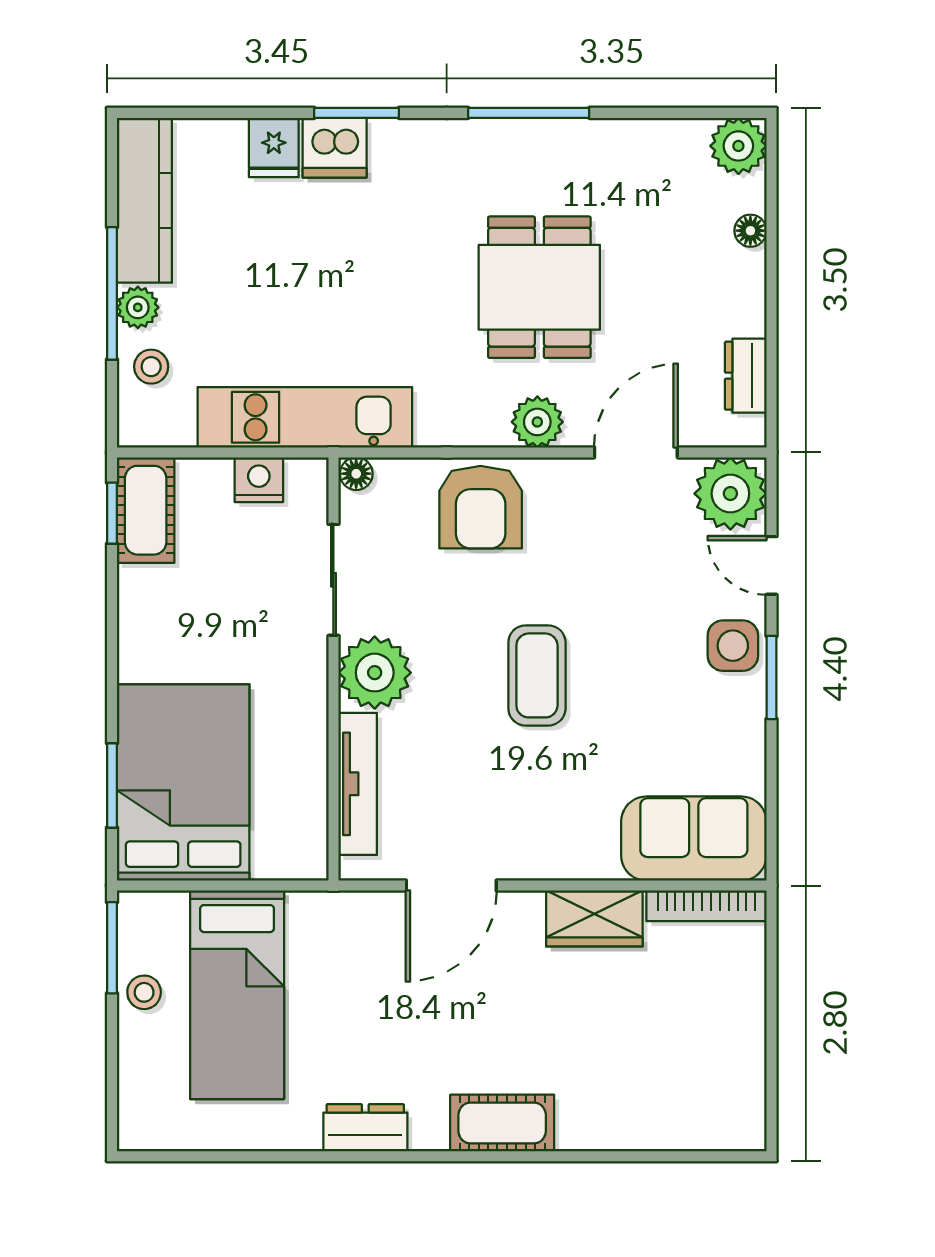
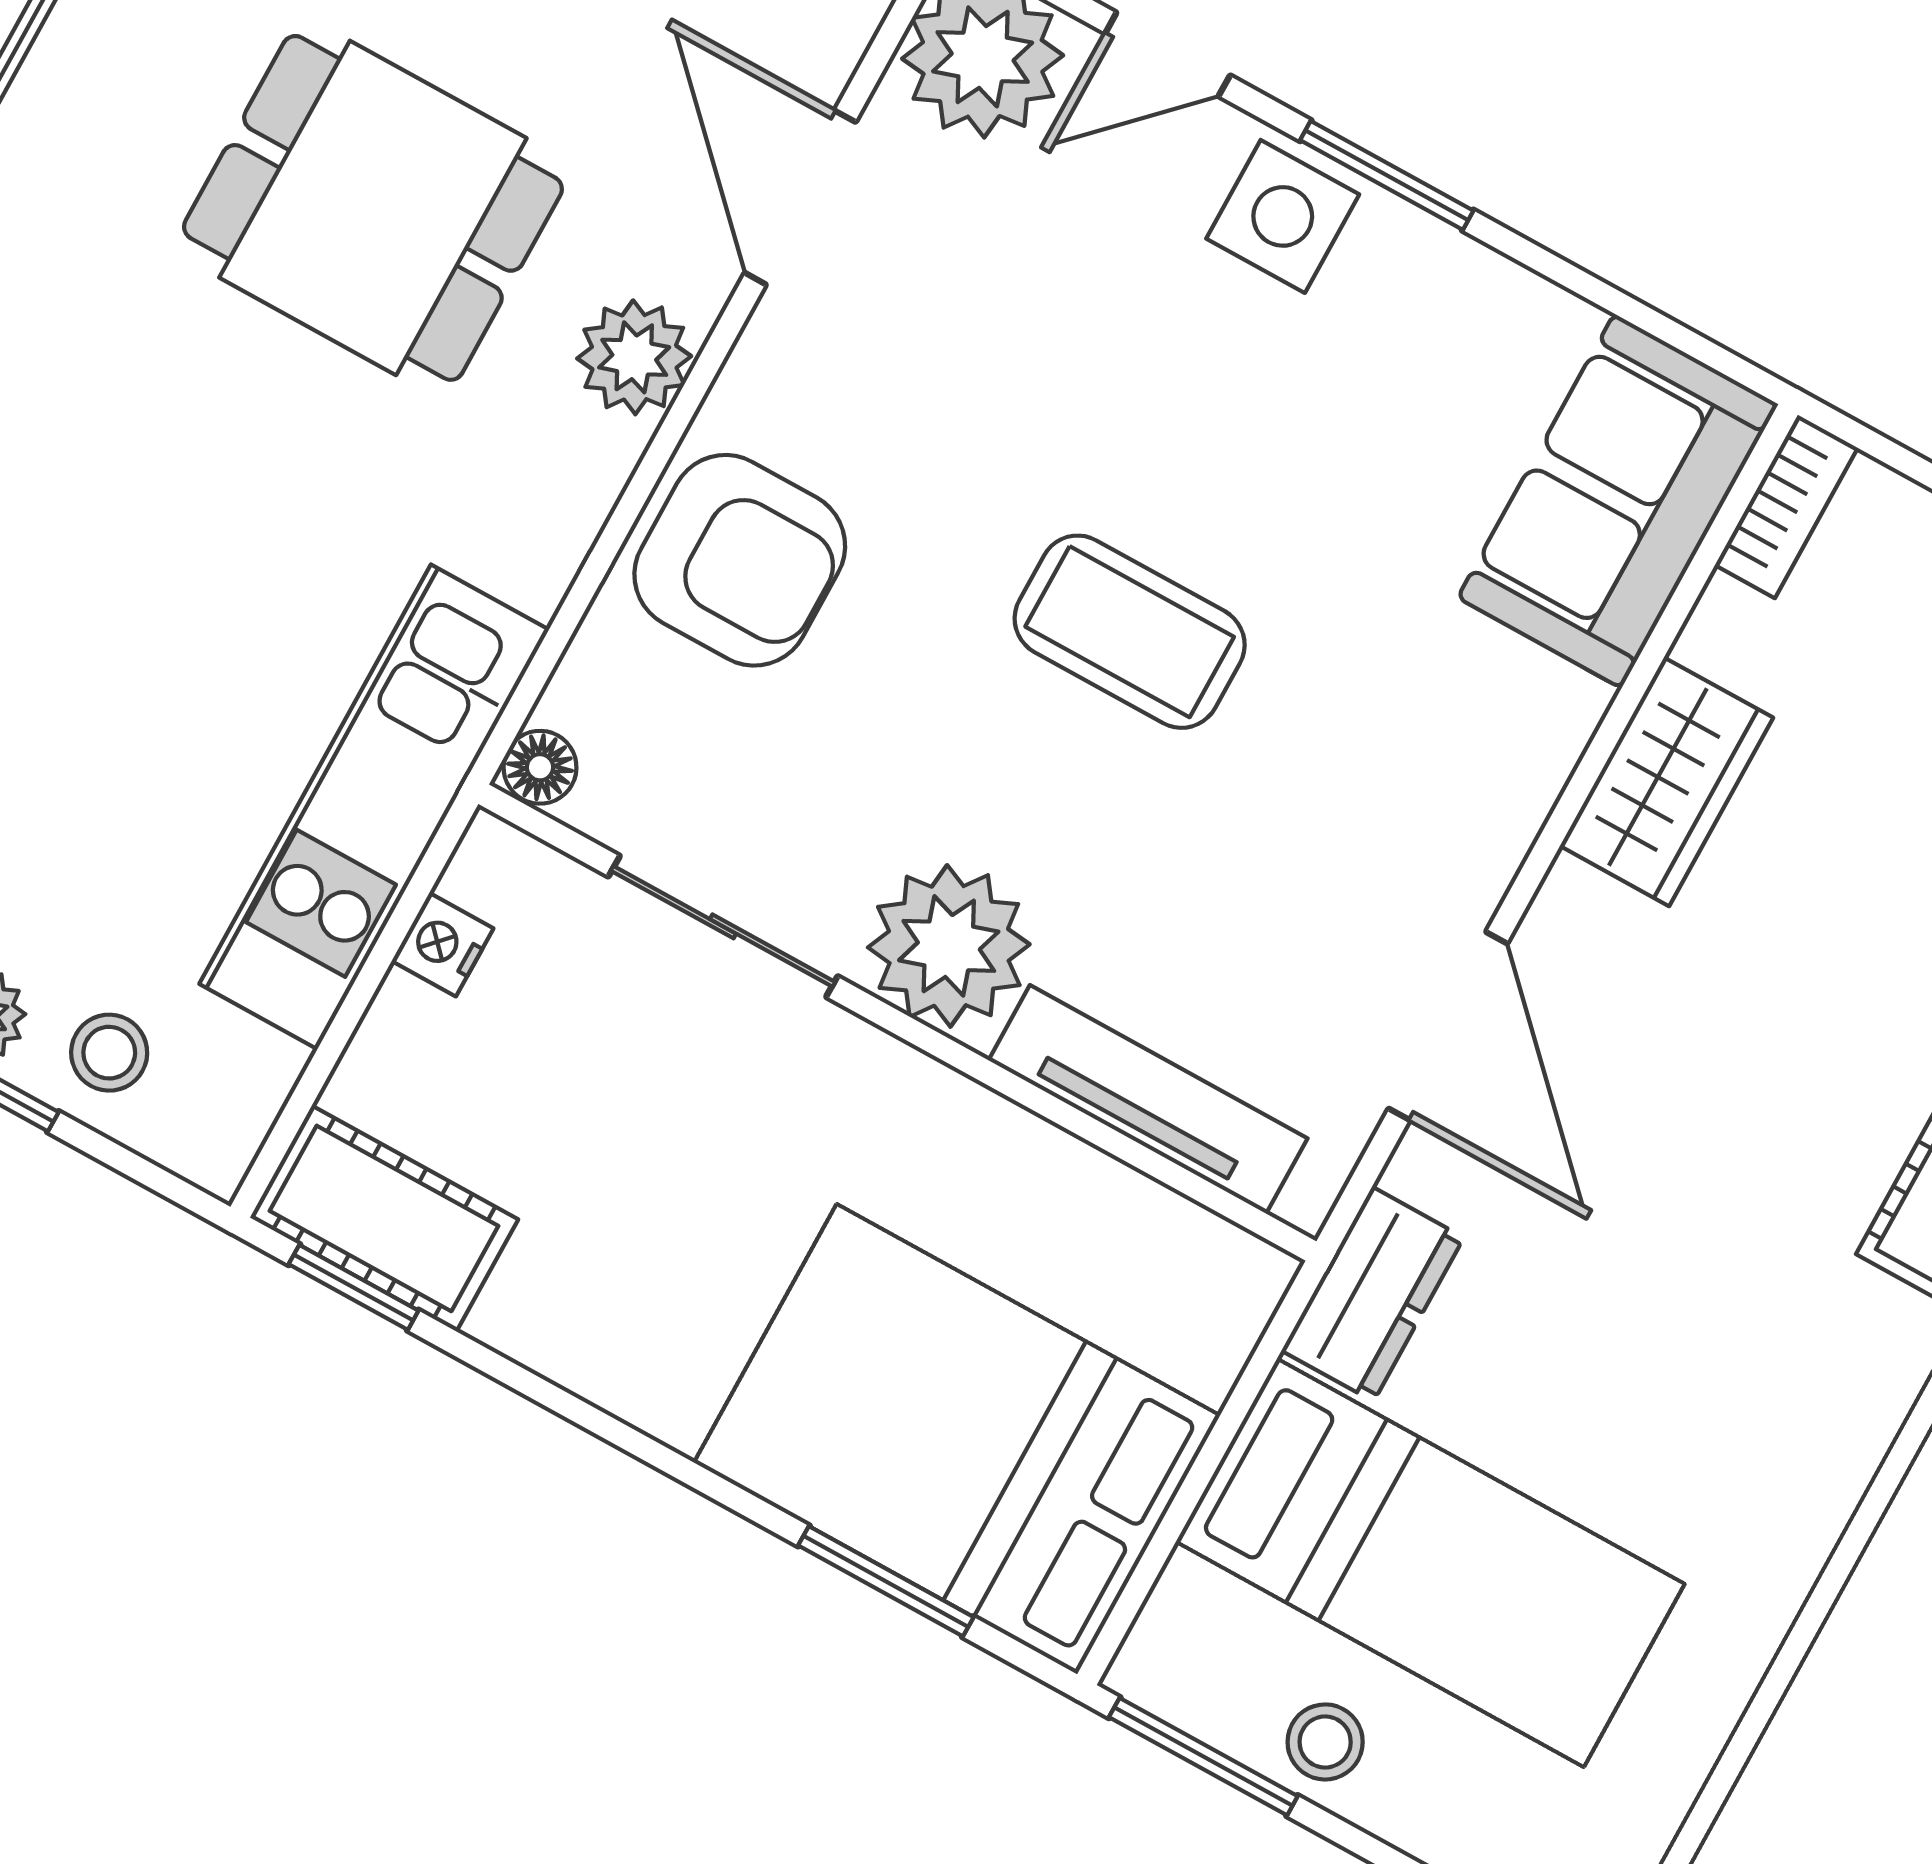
nightstand: (259, 480) -> (442, 945), width x0.72, depth x0.74
bookcase: (707, 906) -> (1786, 507), width x0.64
dresser: (365, 1128) -> (1373, 1294), moved, turned 180

